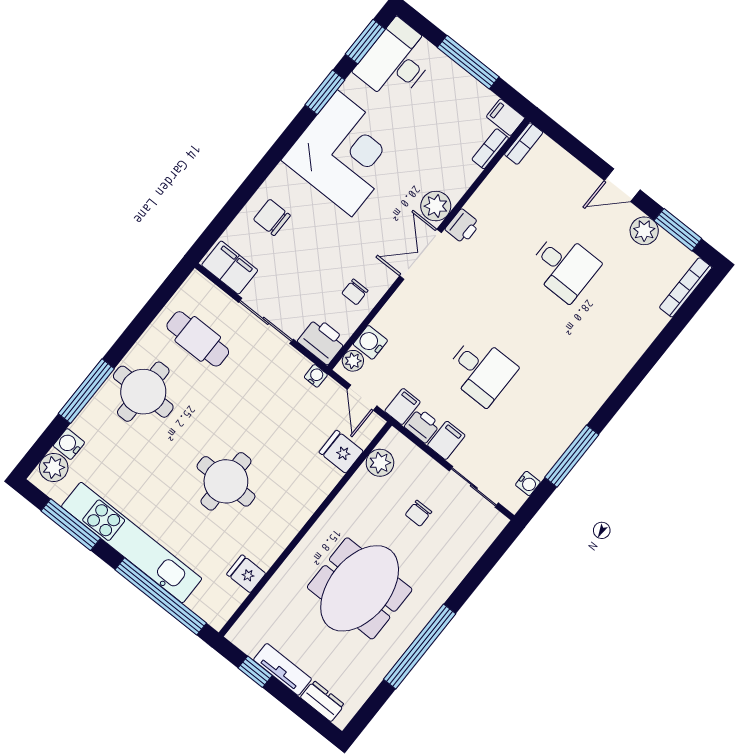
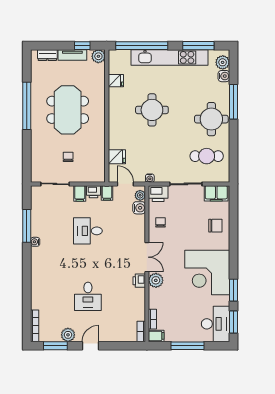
desk: (564, 266) -> (88, 296), turned -90
plant: (380, 463) -> (98, 56), moved
water cooler: (528, 483) -> (35, 242), moved

